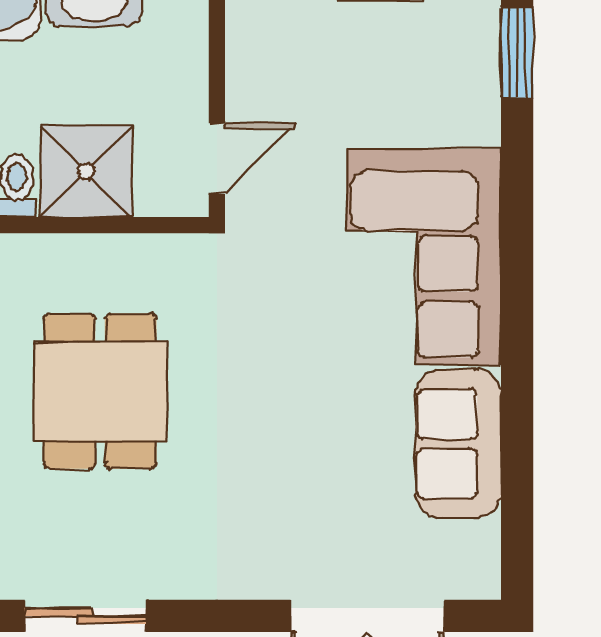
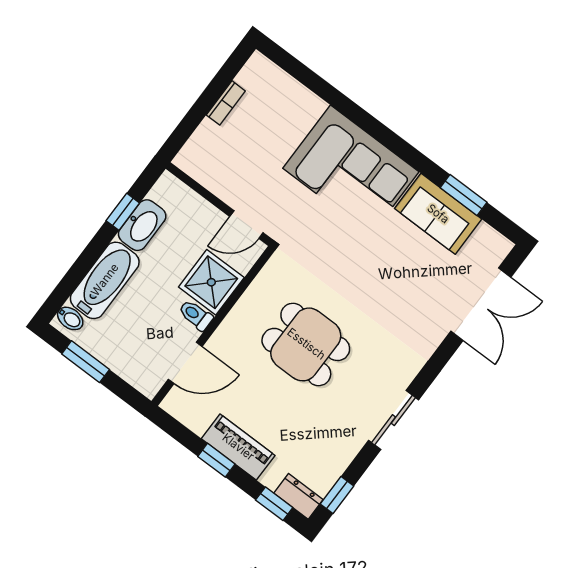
window: (517, 53) -> (464, 195), moved
door: (217, 159) -> (246, 225), swing flipped

